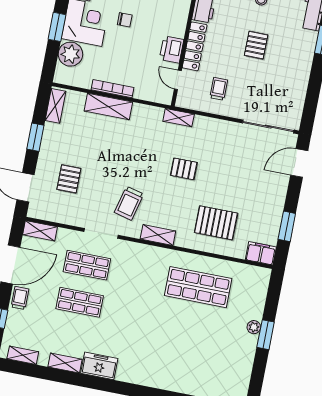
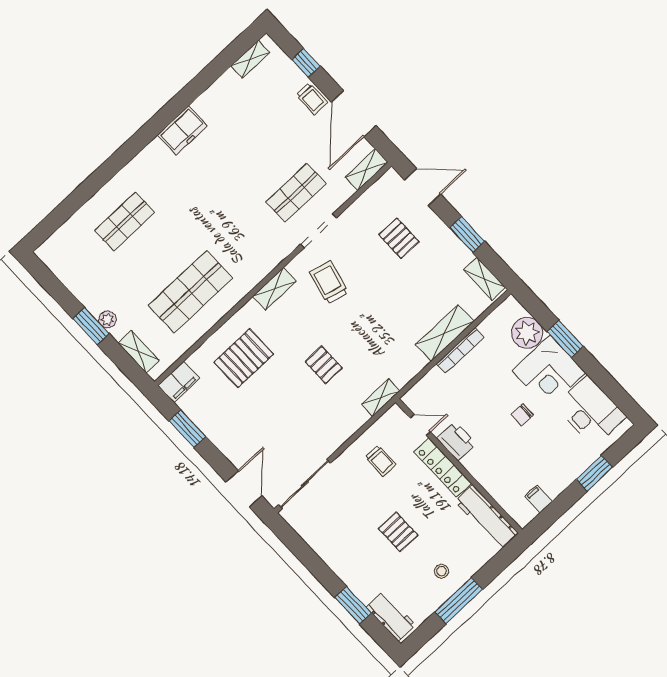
pallet: (184, 169) -> (324, 365), turned 90
shop shelf: (80, 302) -> (125, 222), moved
shelving: (65, 363) -> (139, 352), moved, turned 90

